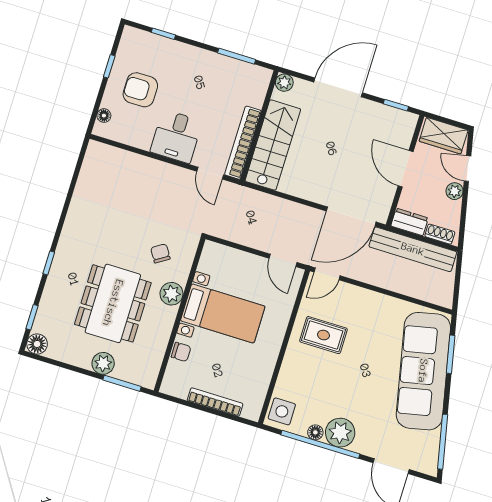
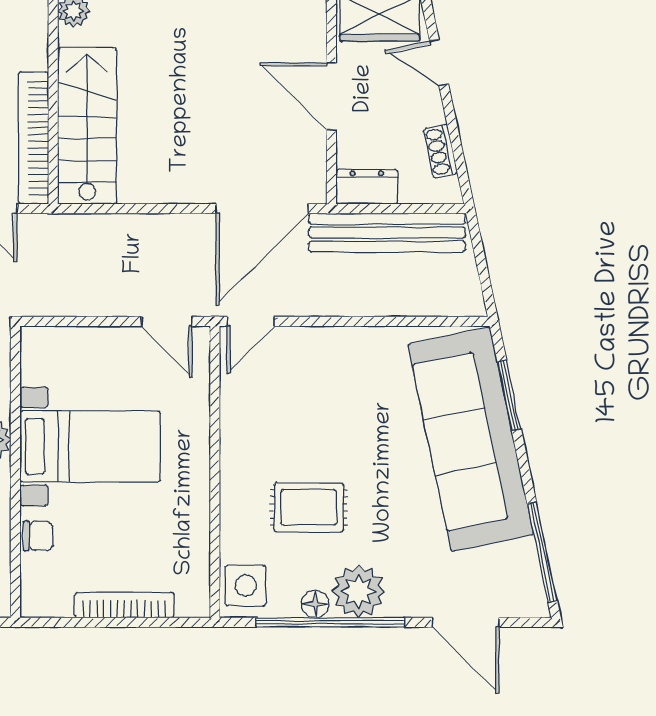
plant: (455, 191) -> (428, 109), removed
shoe rack: (440, 234) -> (441, 151), moved, turned -102
rug: (323, 335) -> (309, 507), moved

